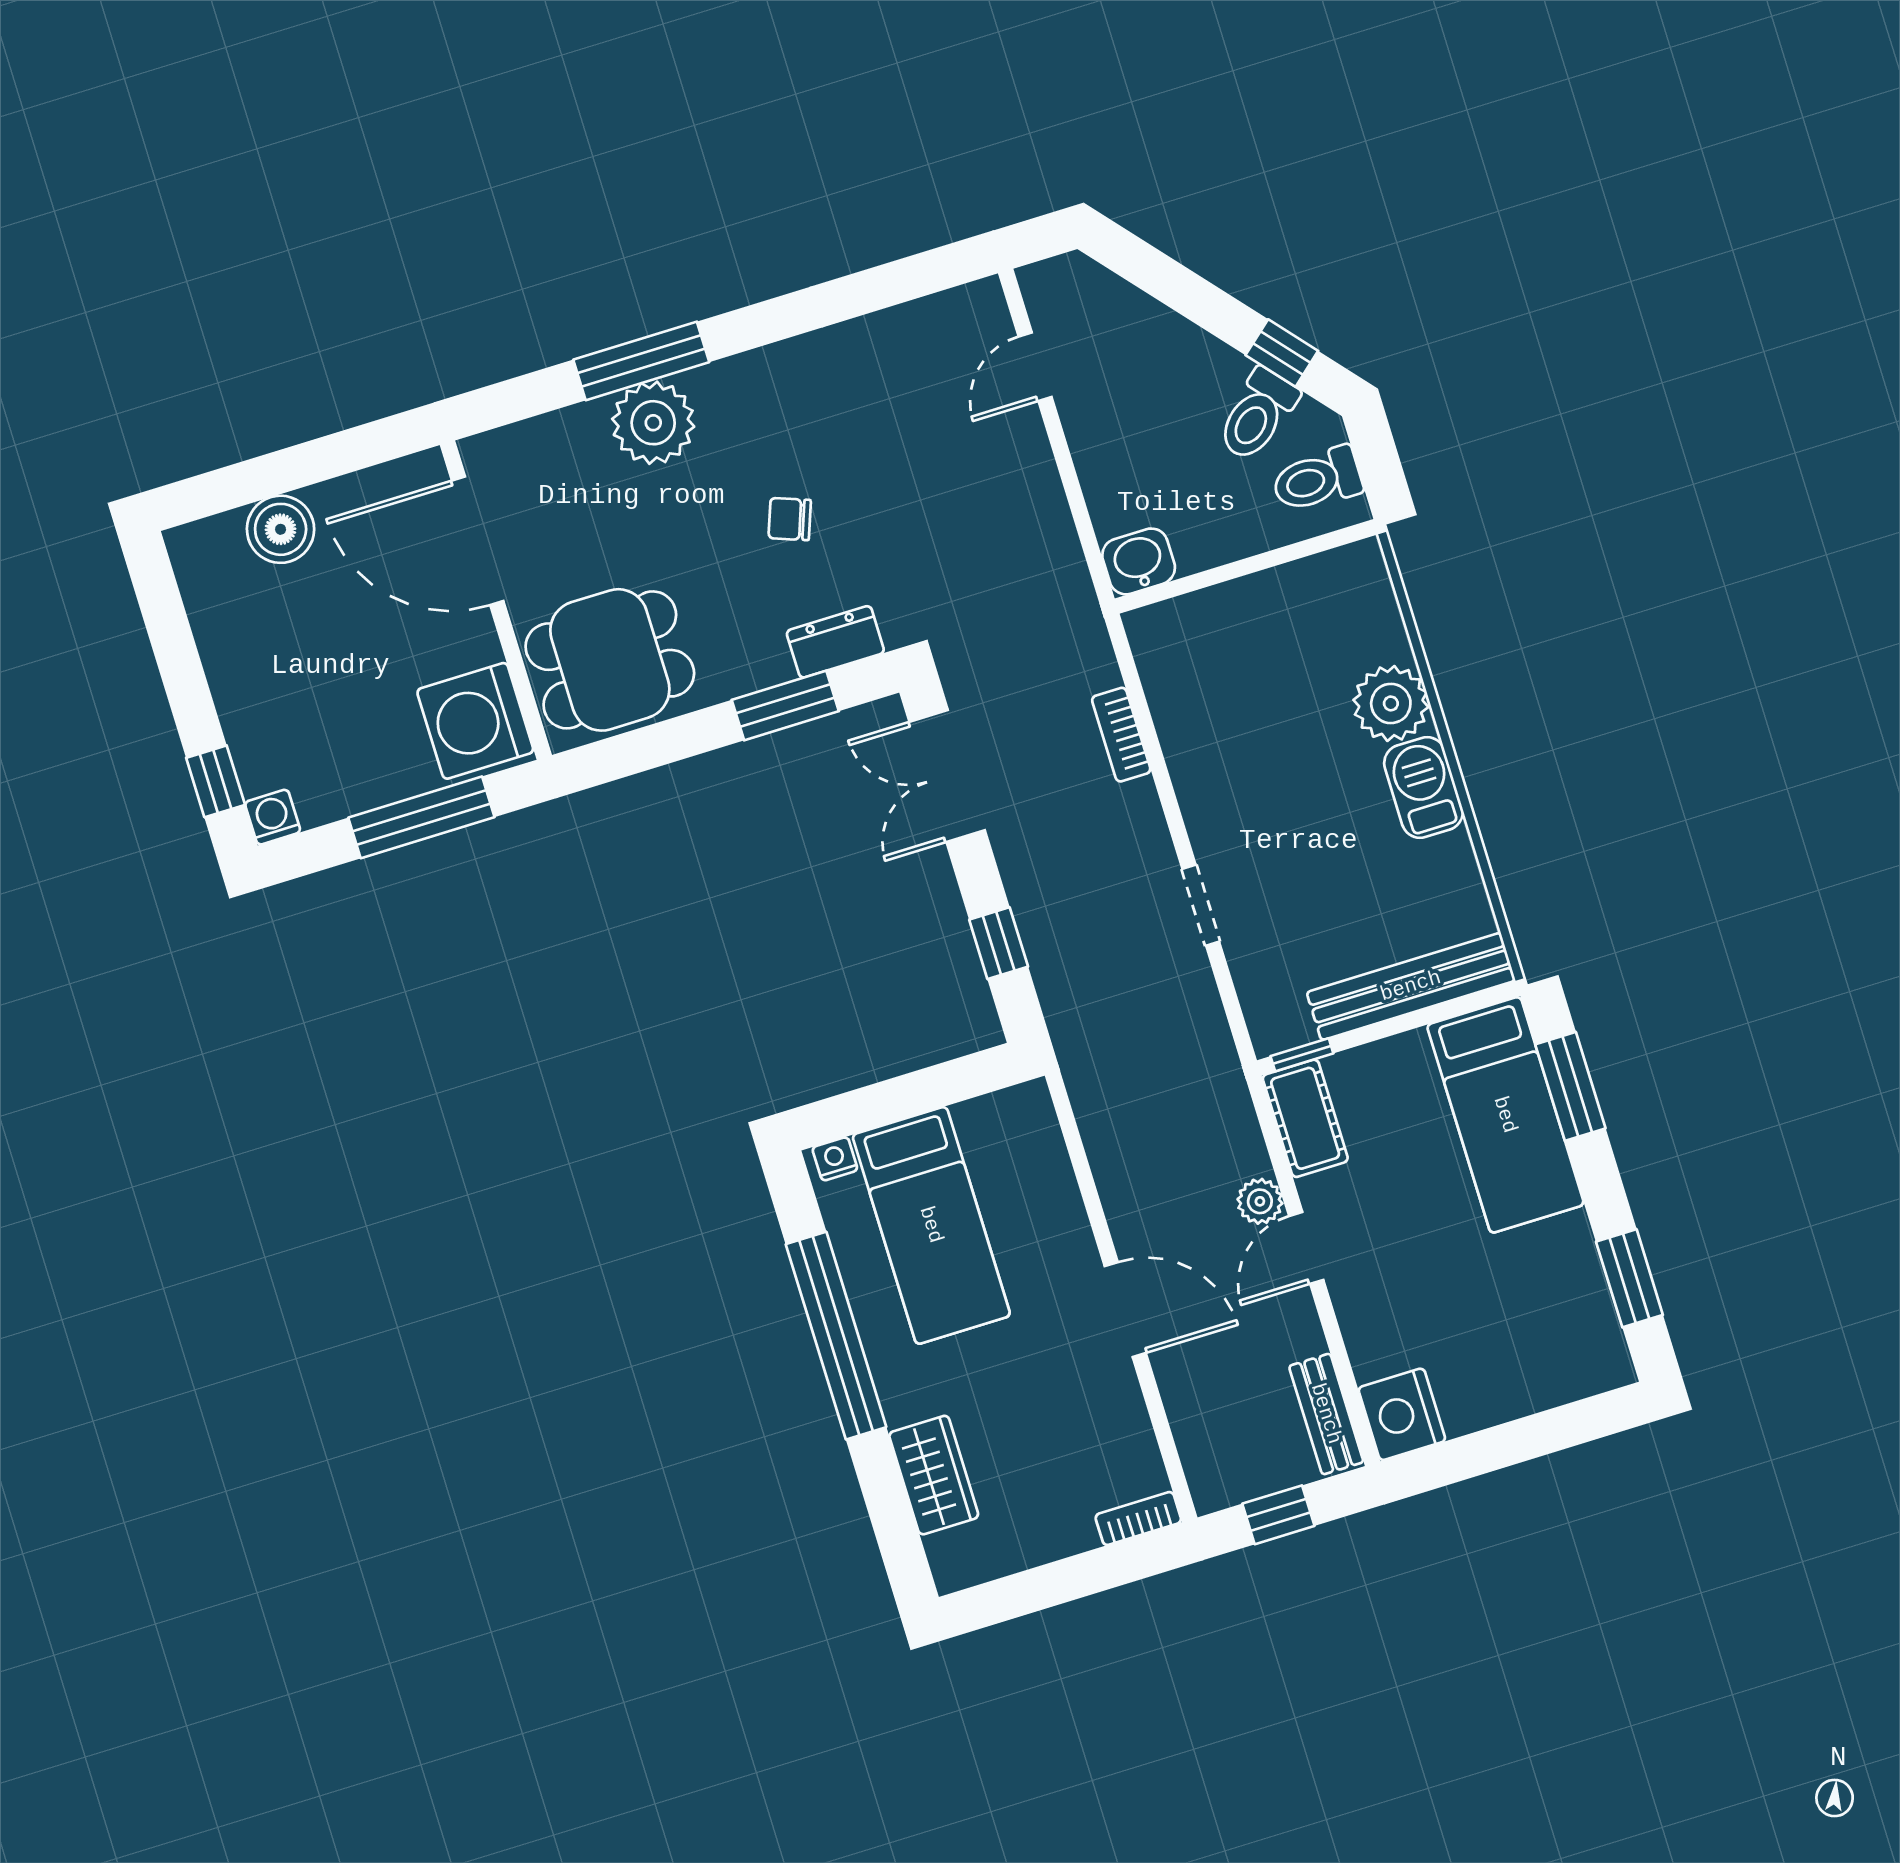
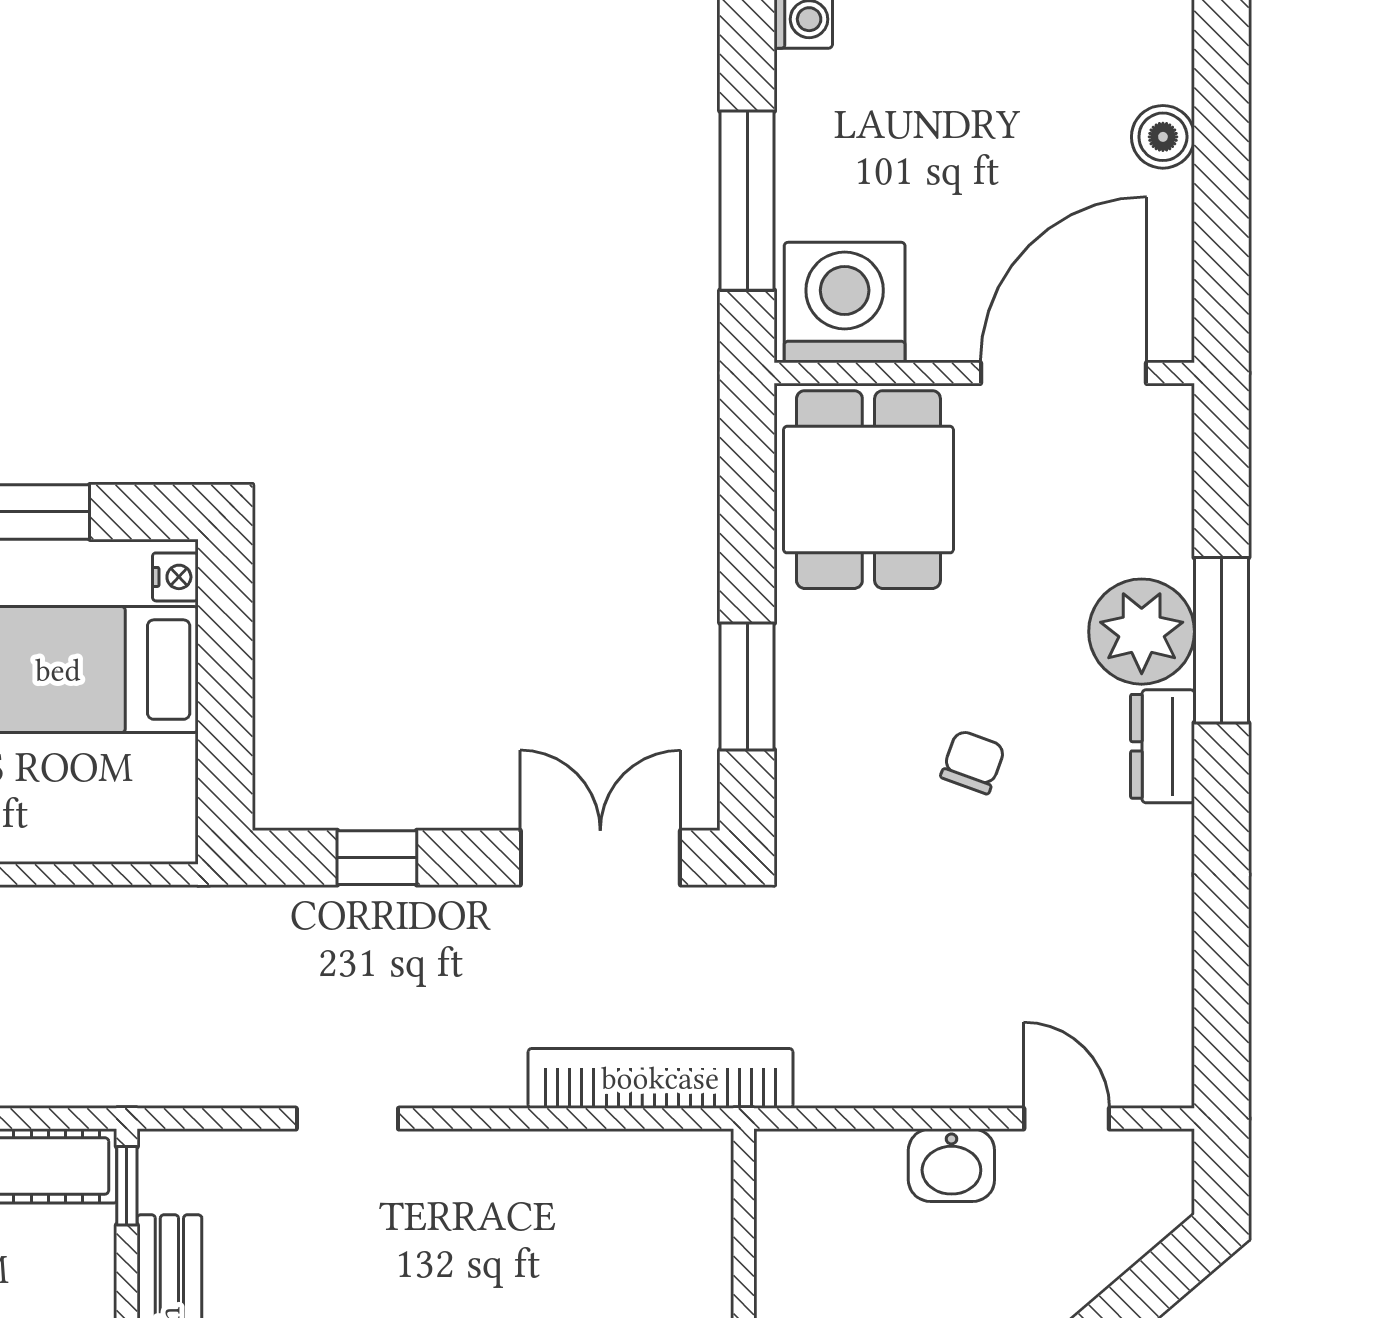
boiler: (281, 529) -> (1163, 137), width x0.73, depth x0.73
washbasin: (1139, 561) -> (951, 1165), moved, turned 90
dresser: (835, 642) -> (1163, 746), moved, turned 180
bookcase: (1121, 735) -> (660, 1078), width x2.31, depth x1.31

